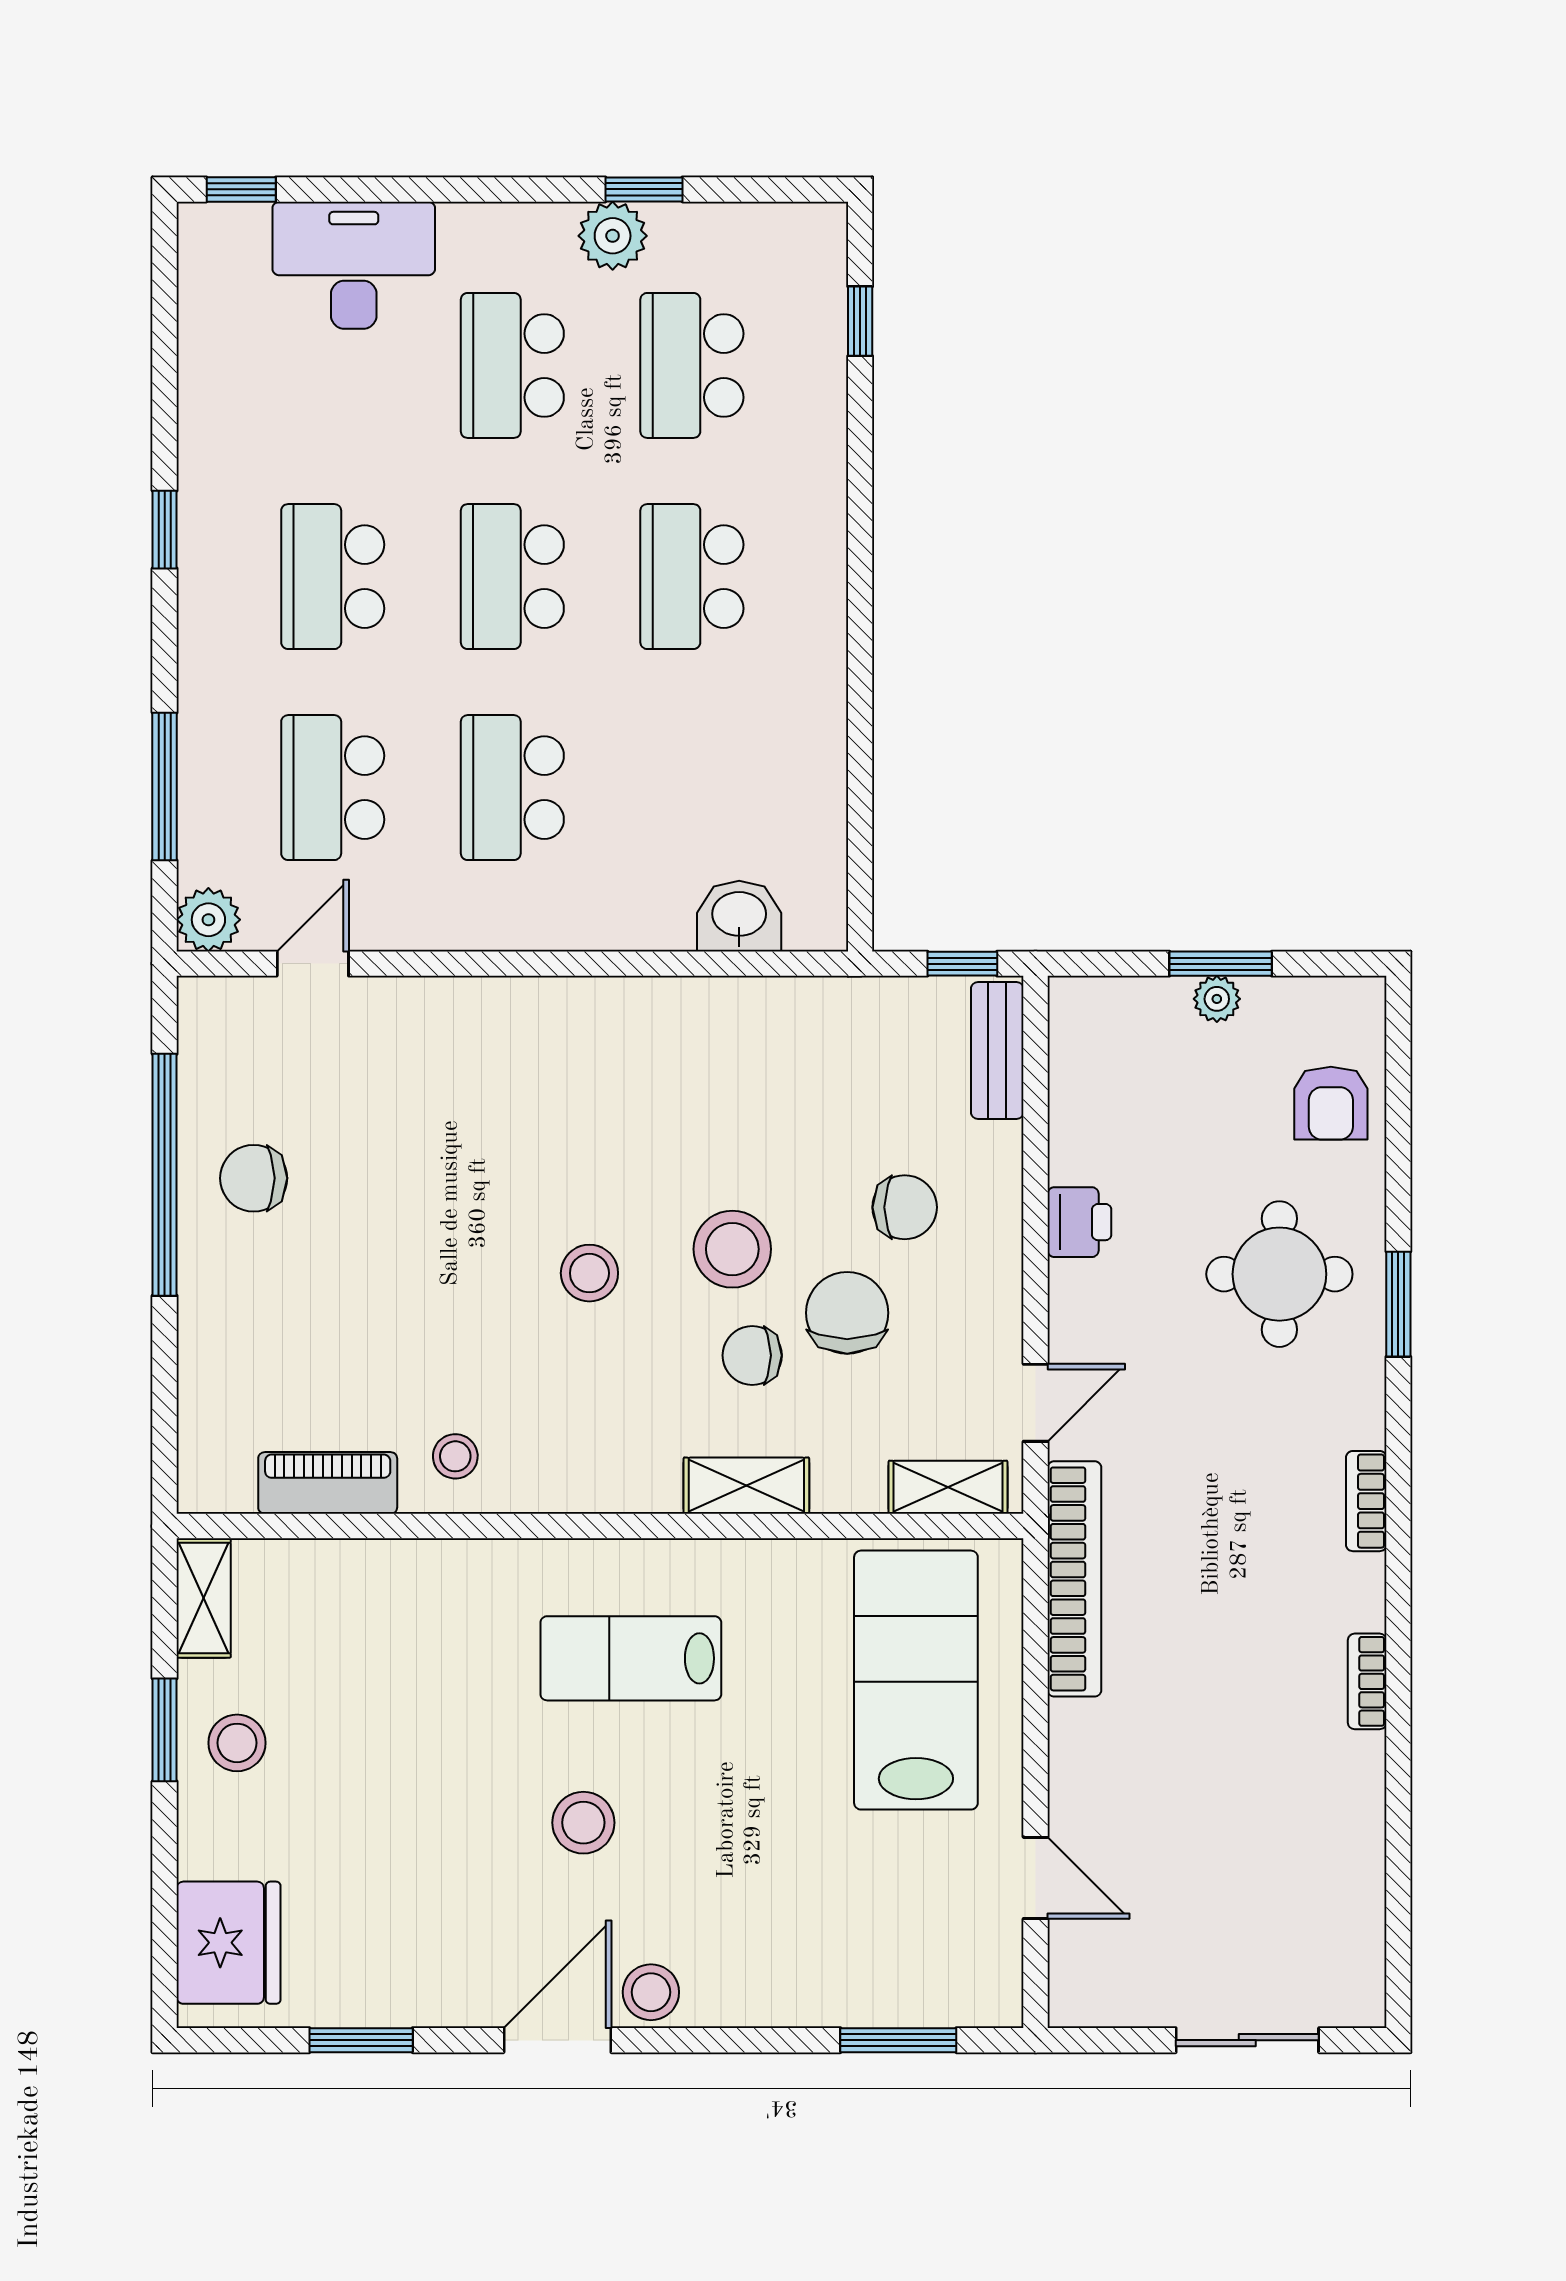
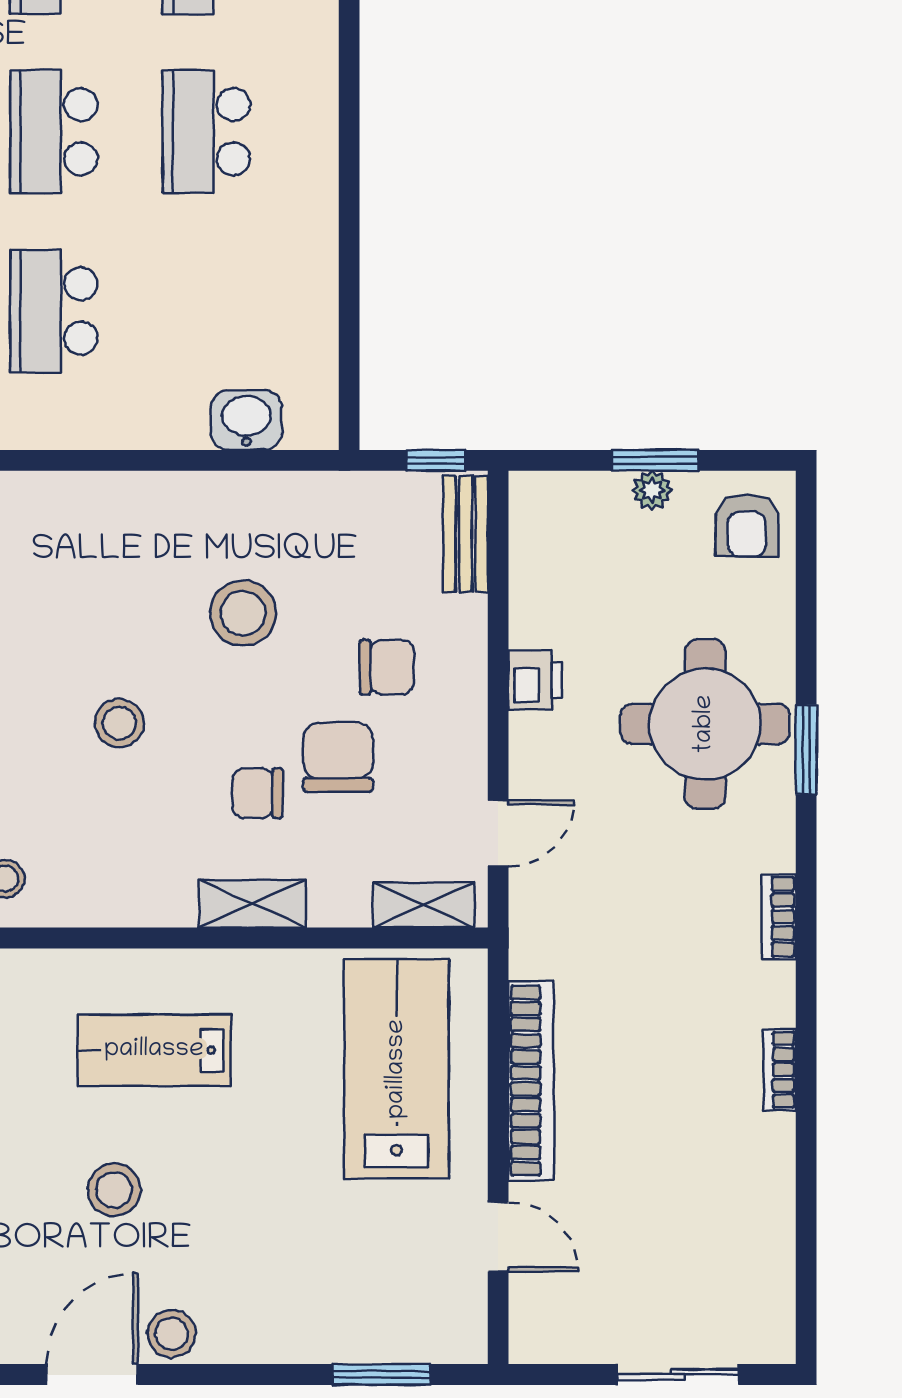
armchair: (1331, 1103) -> (747, 526), moved
stool: (732, 1249) -> (243, 613), moved
round table: (1279, 1274) -> (705, 724), width x1.36, depth x1.36
bookcase: (1074, 1579) -> (531, 1081), moved

